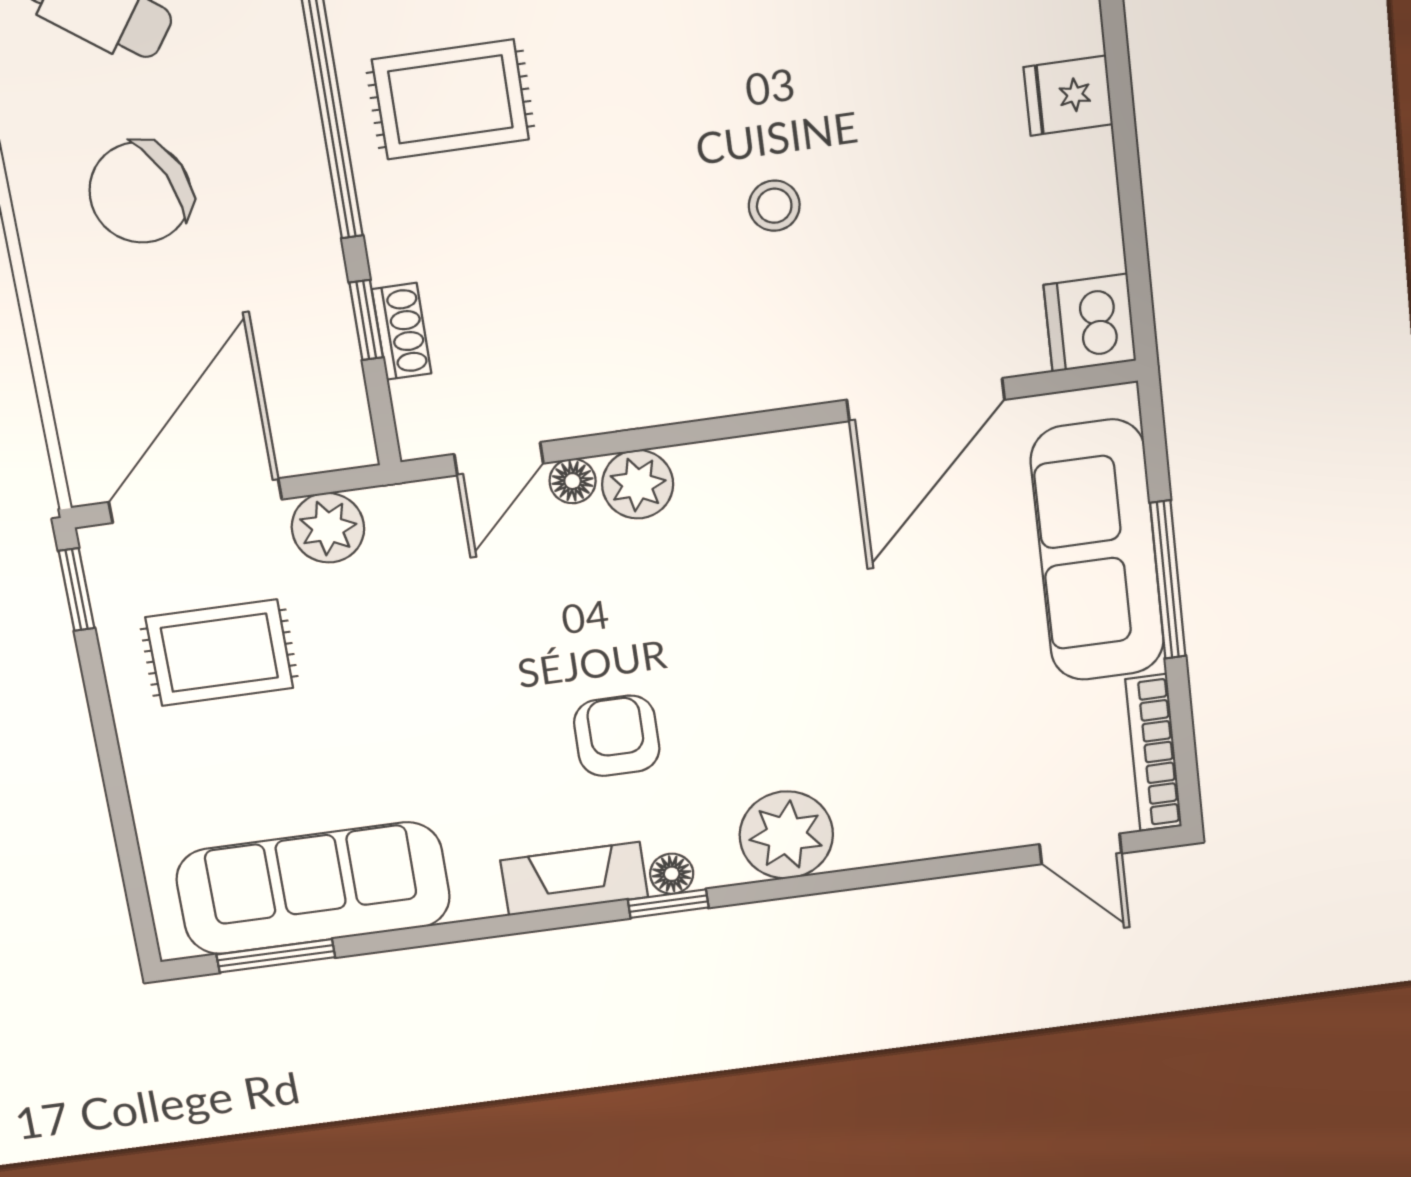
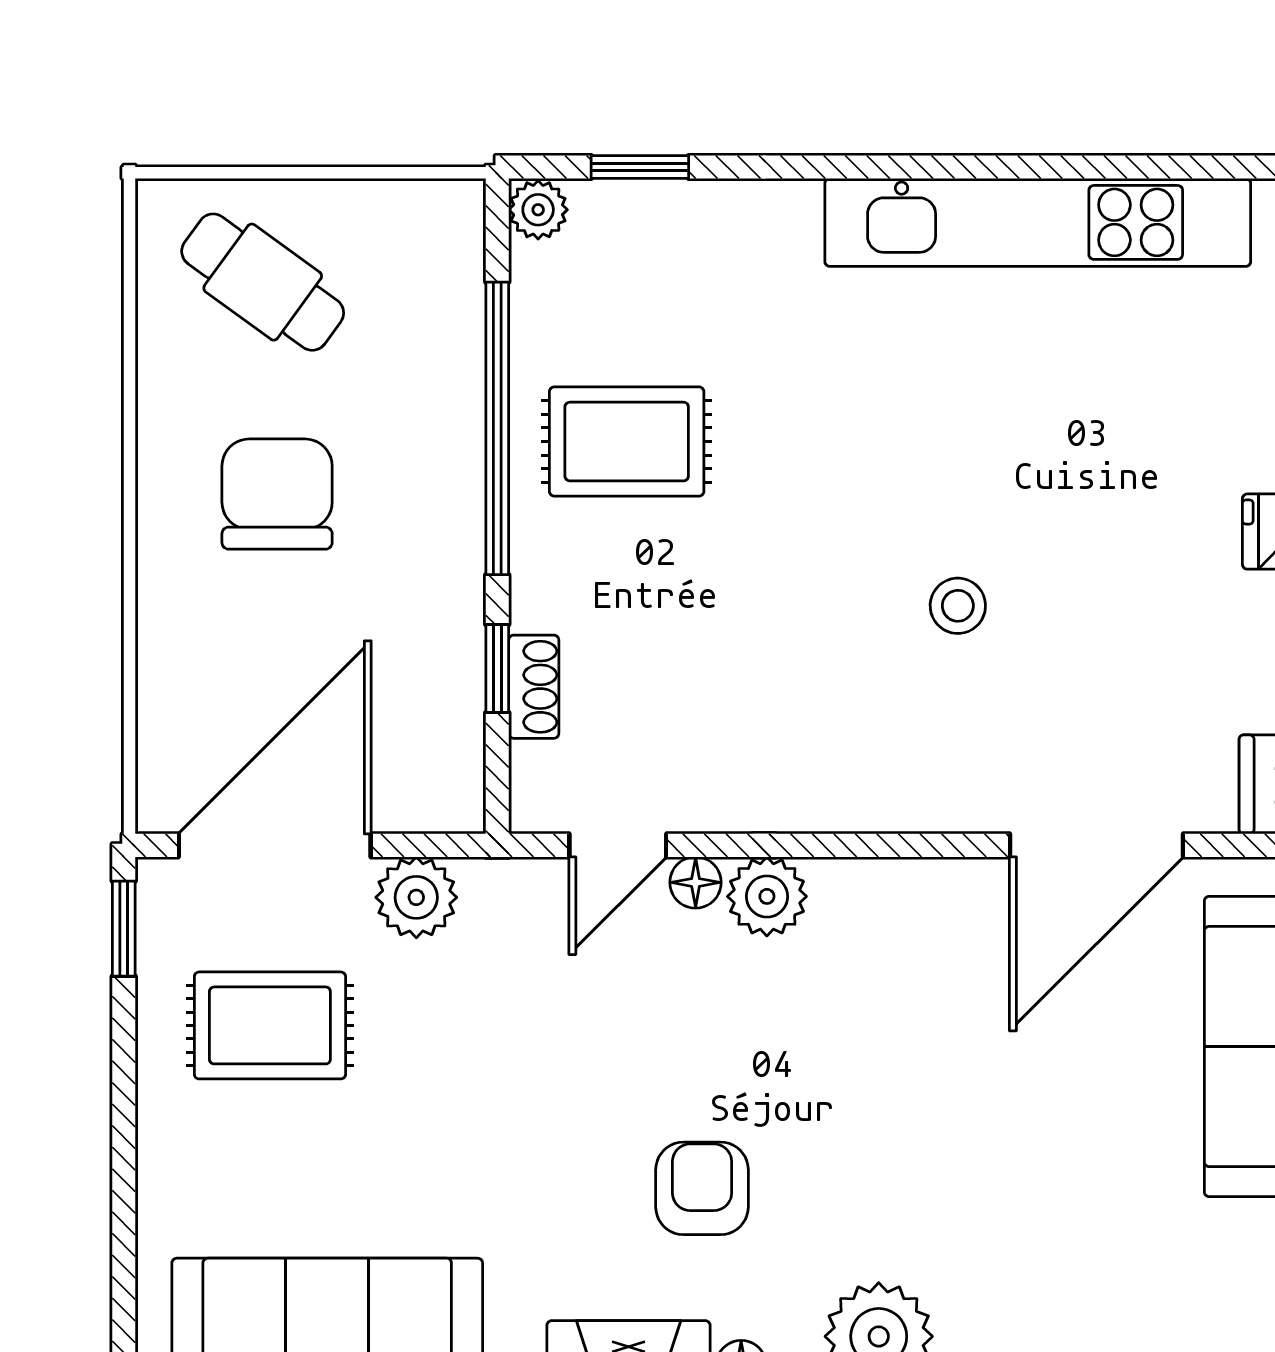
chair: (140, 193) -> (277, 494), turned 115

